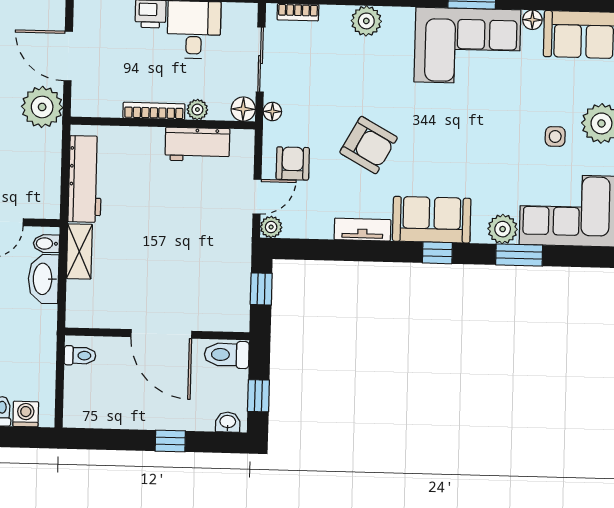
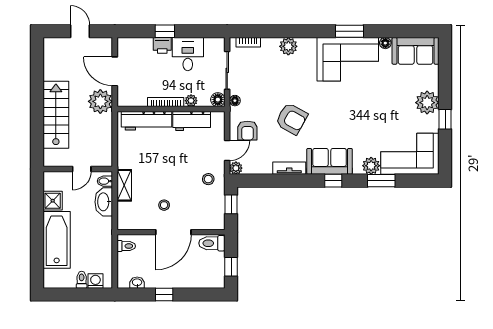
side table: (555, 137) -> (400, 111), removed
armchair: (293, 163) -> (247, 131), turned 180
workbench: (85, 179) -> (146, 121), moved, turned 90
stool: (223, 245) -> (208, 179), added
stool: (147, 287) -> (164, 205), added
door: (161, 334) -> (173, 232), hinge flipped
washbasin: (228, 422) -> (137, 283), moved
window: (170, 441) -> (164, 295), moved

